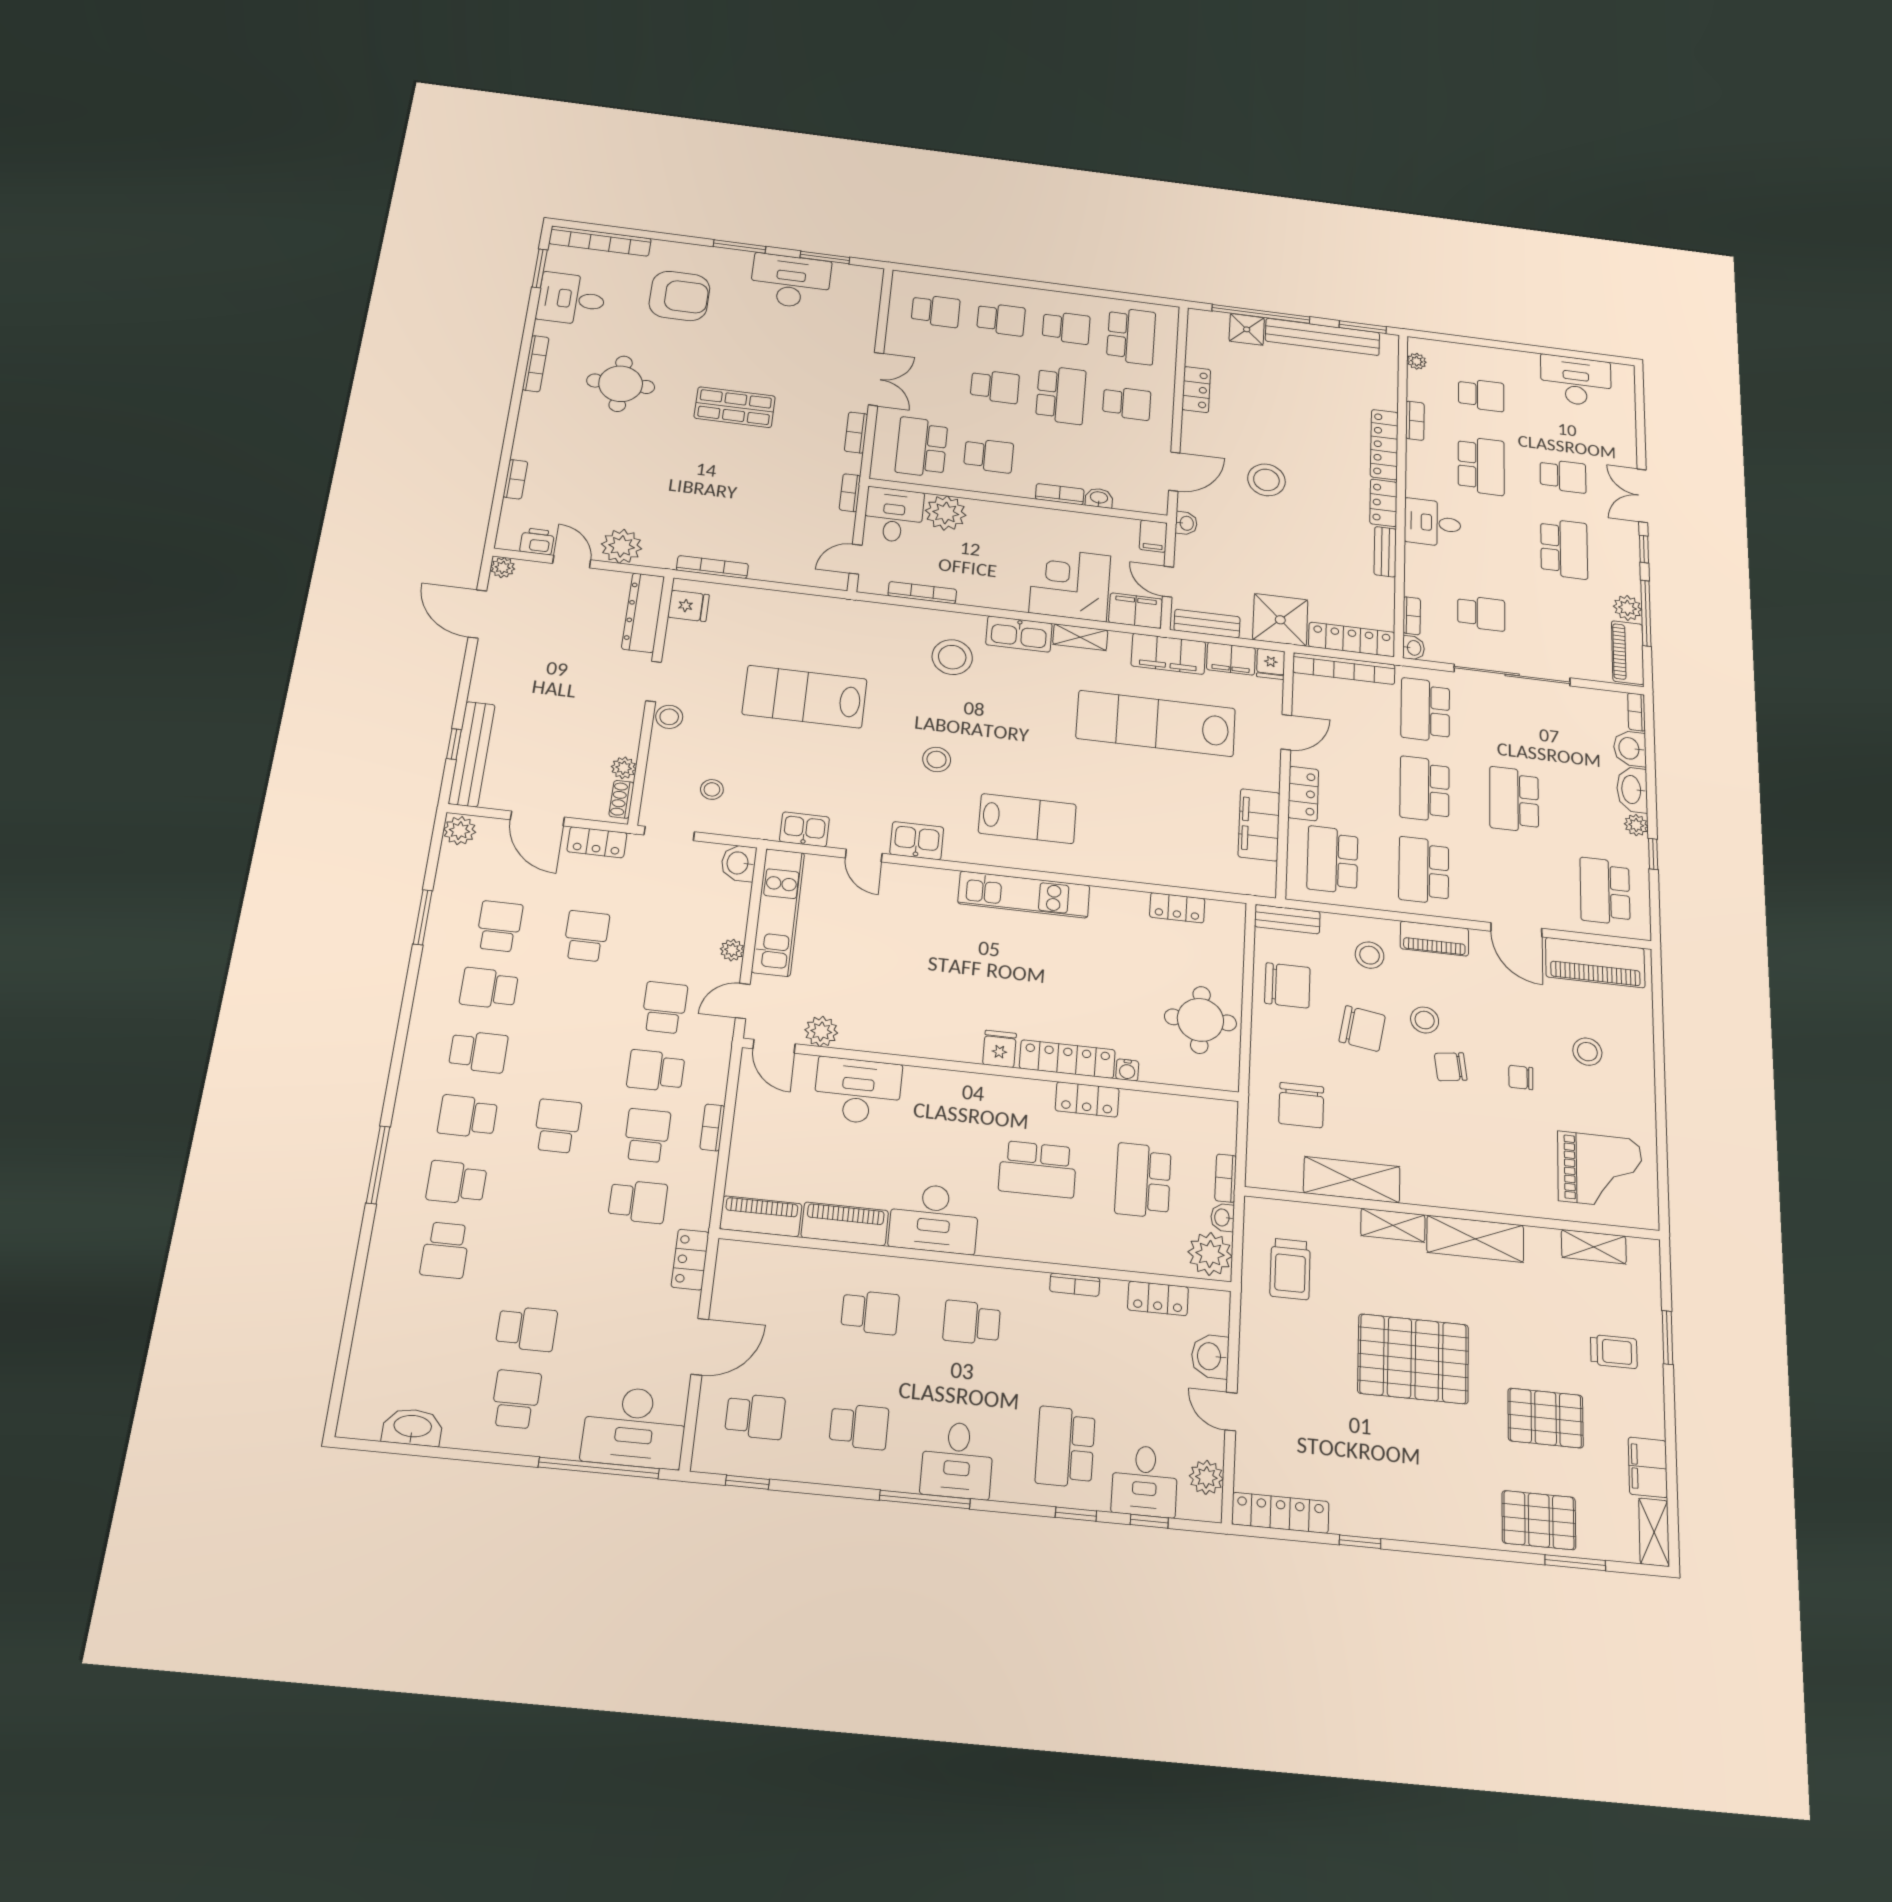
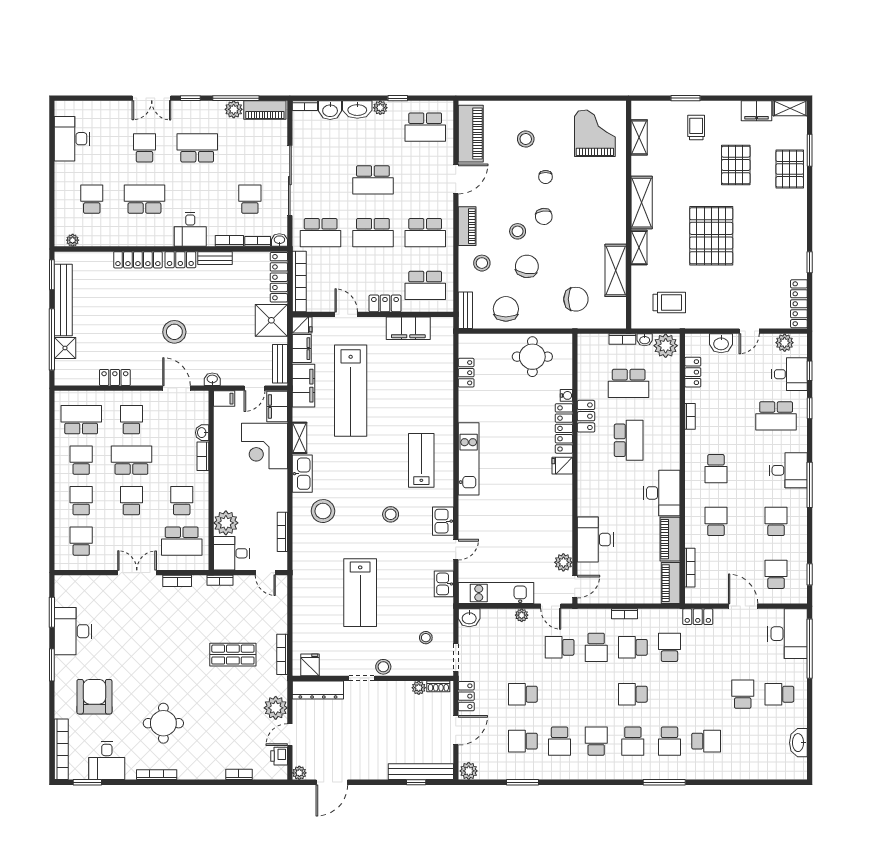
shop shelf: (735, 407) -> (233, 655), moved, turned 90
bookcase: (1415, 421) -> (229, 241), moved
bookcase: (786, 1255) -> (690, 568), added

